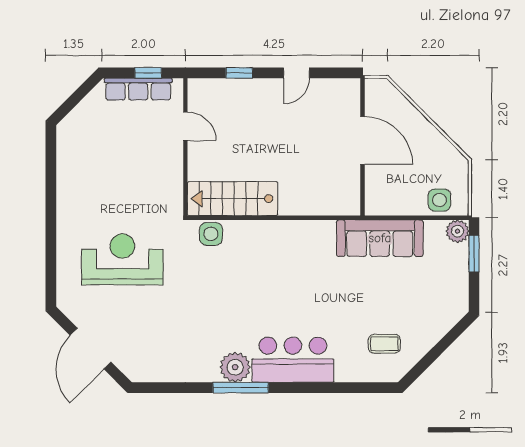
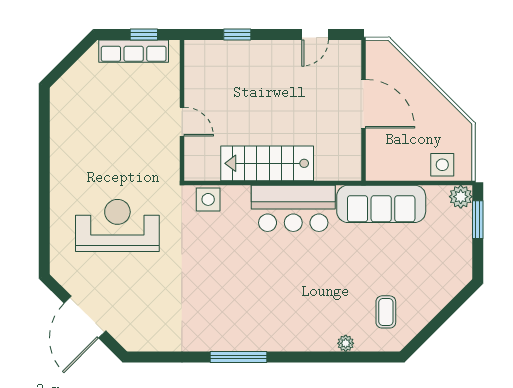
door: (296, 73) -> (315, 34), moved
door: (185, 126) -> (182, 122), moved
stairs: (233, 199) -> (267, 163), moved
coffee table: (384, 344) -> (386, 312), turned 90
bar counter: (293, 360) -> (293, 208), moved, turned 180
plant: (235, 367) -> (346, 343), moved, width x0.53, depth x0.53

